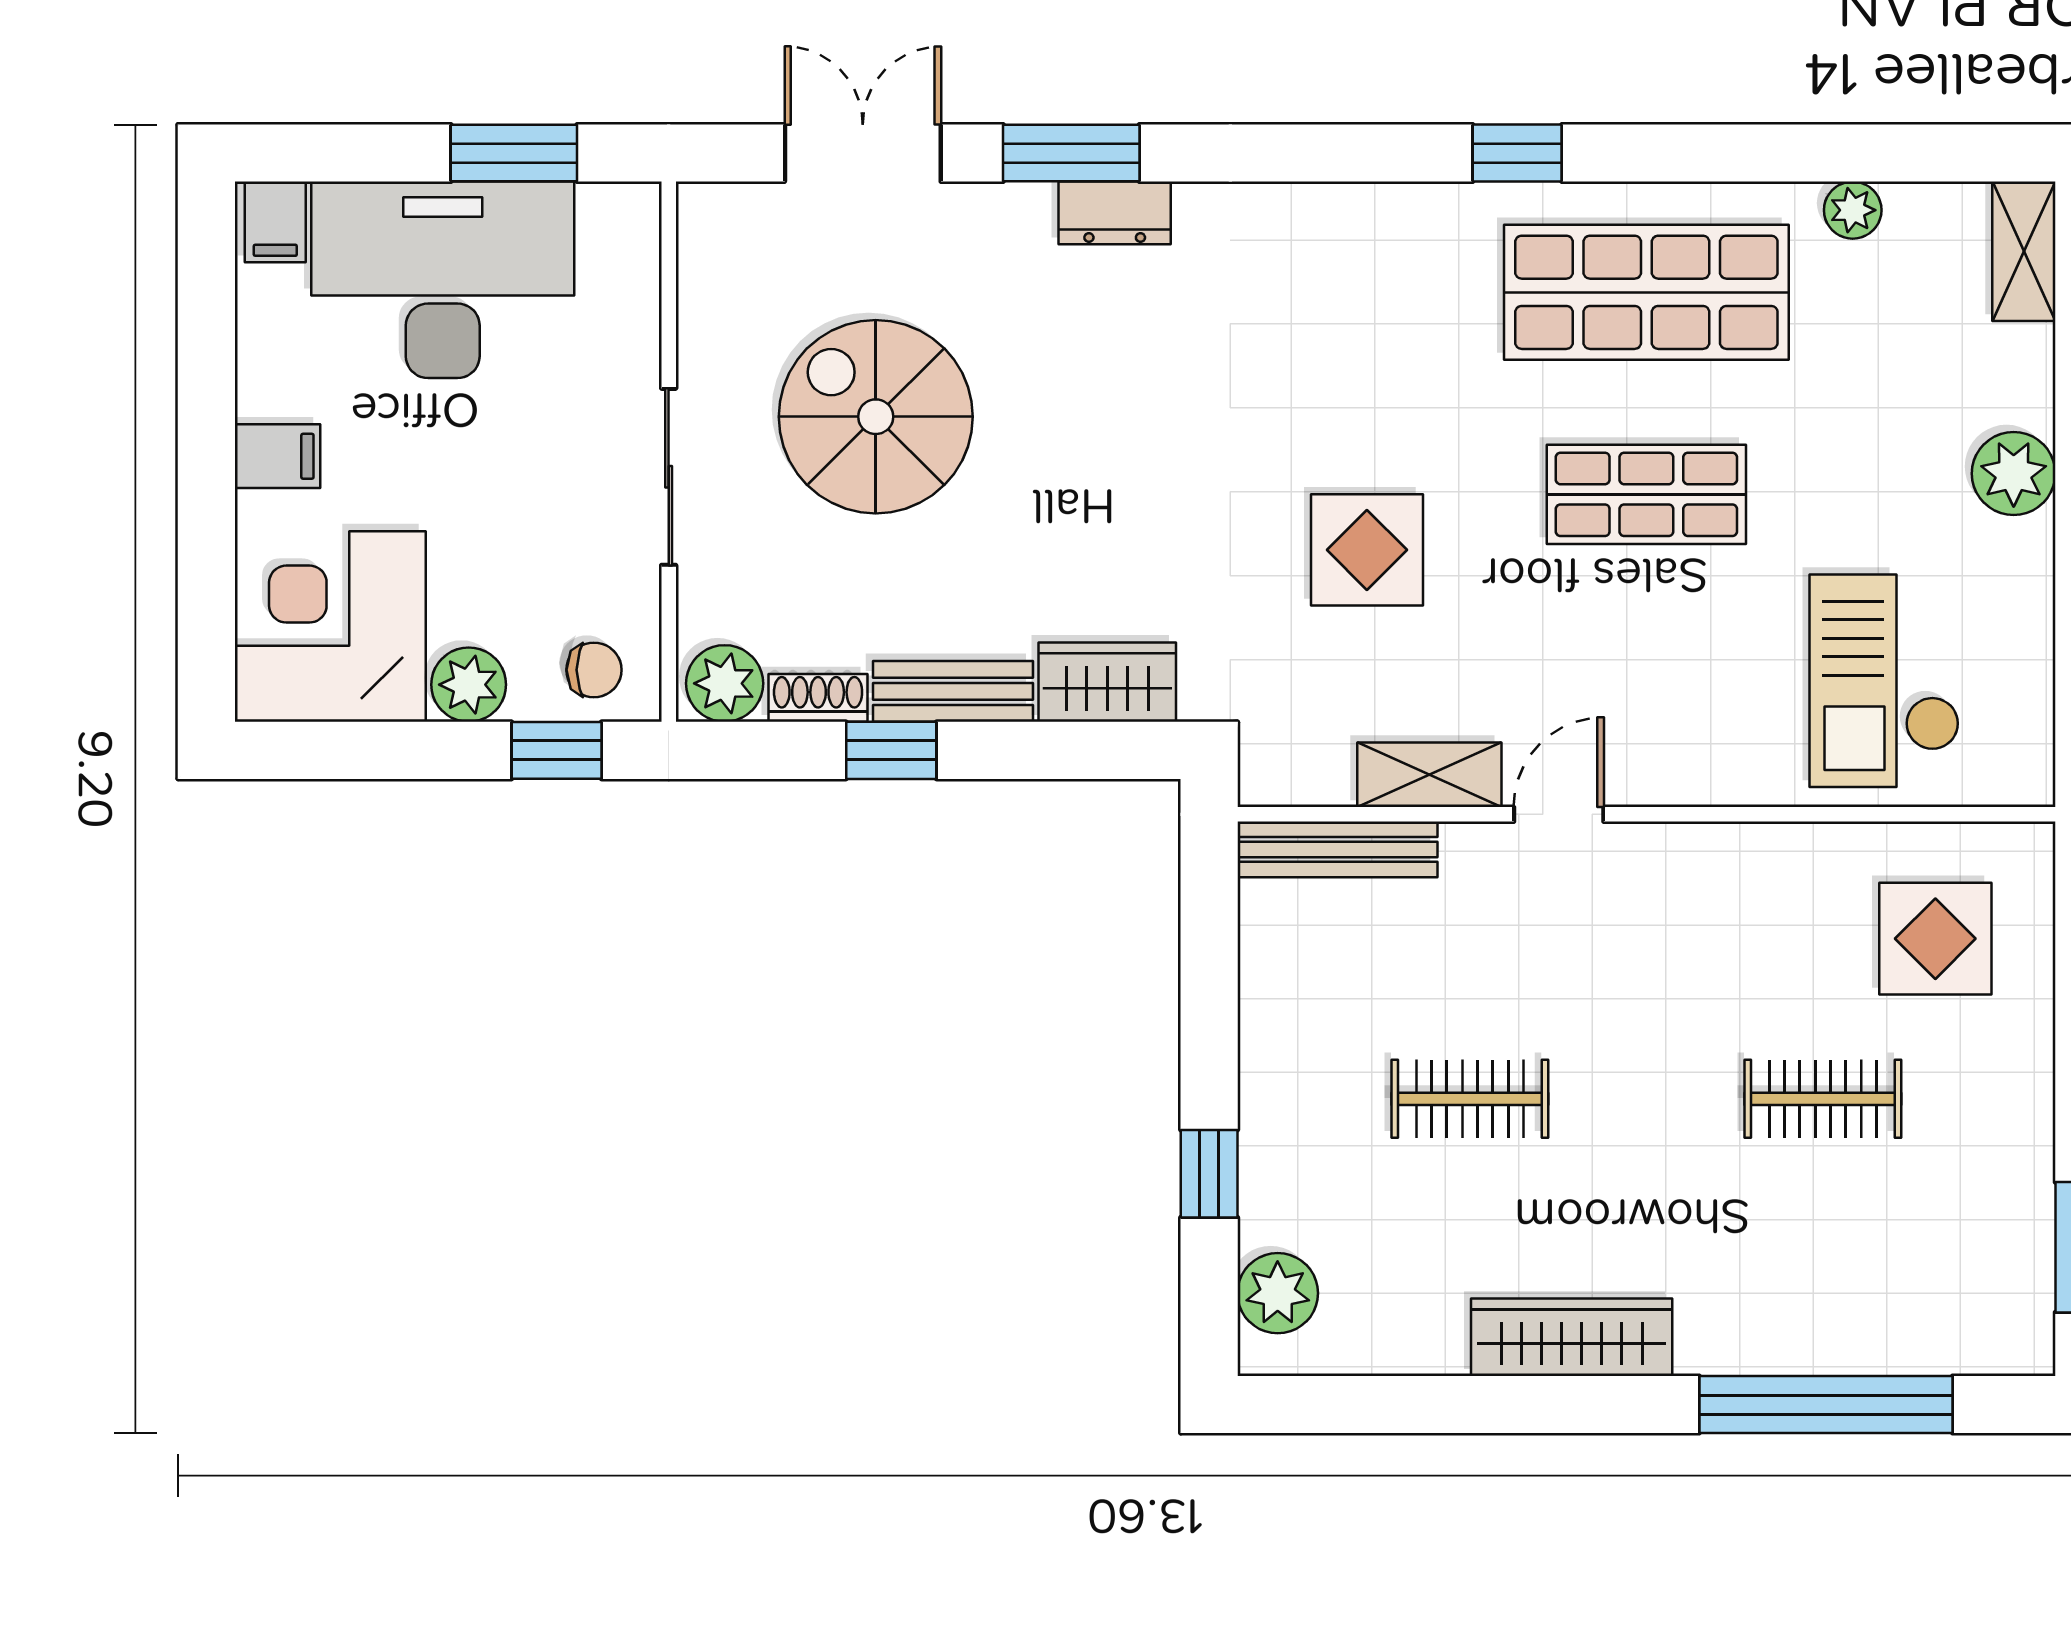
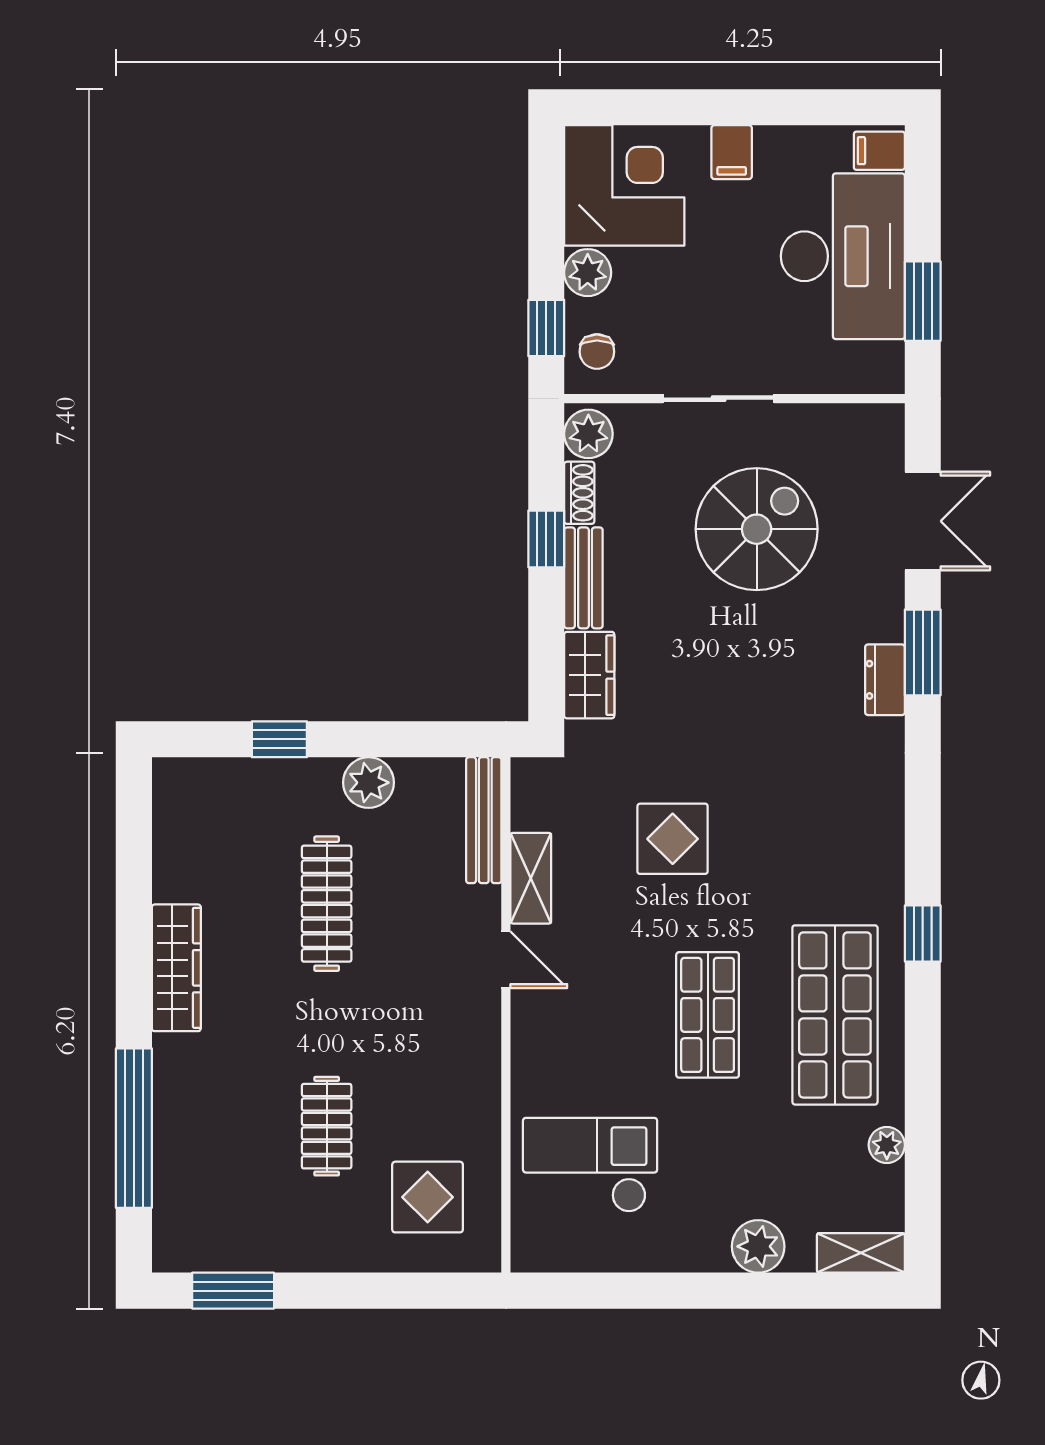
plant: (2014, 474) -> (758, 1246), moved
clothes rail: (1470, 1099) -> (327, 904), width x1.36
plant: (1278, 1293) -> (369, 783), moved

